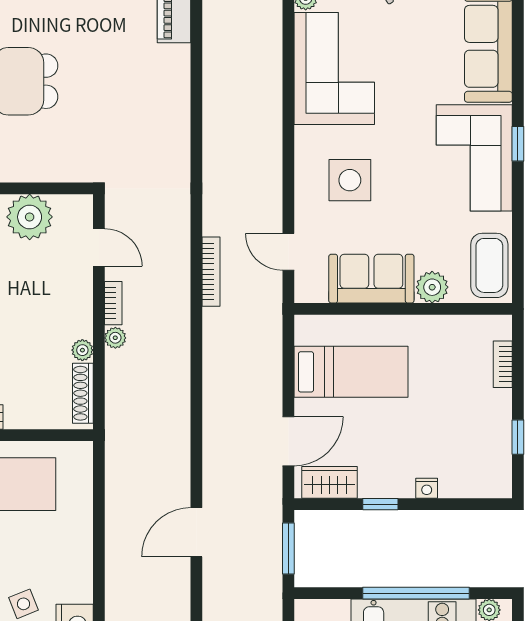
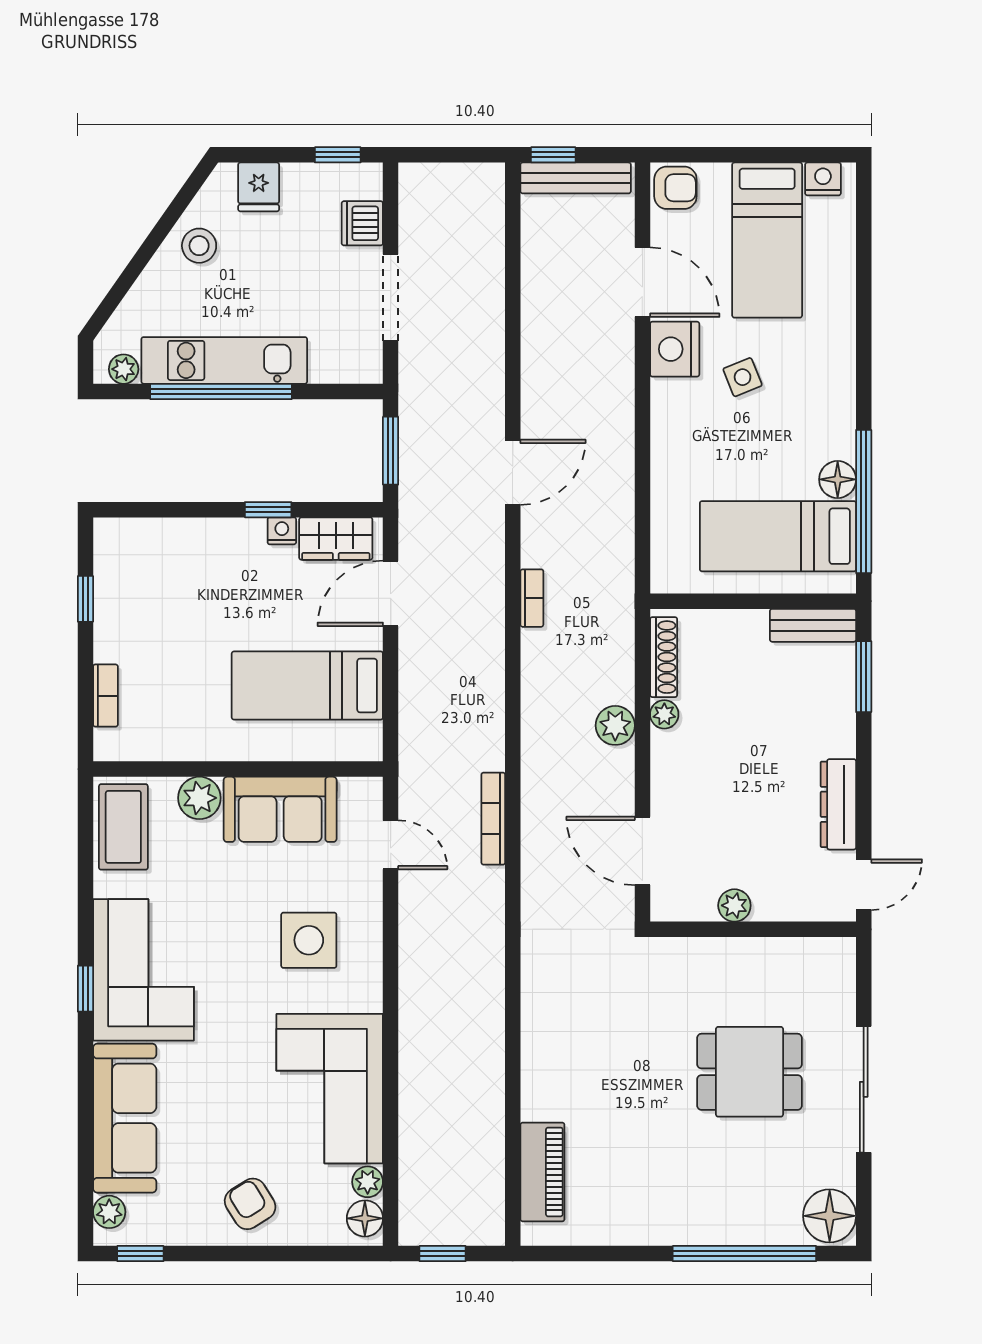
plant: (30, 217) -> (734, 905), width x0.53, depth x0.53
door: (99, 247) -> (642, 851), width x1.38
bookcase: (113, 303) -> (532, 598), moved, turned 180
plant: (115, 338) -> (615, 725), width x1.38, depth x1.38
nightstand: (427, 488) -> (282, 531), moved

